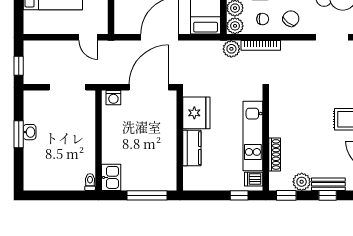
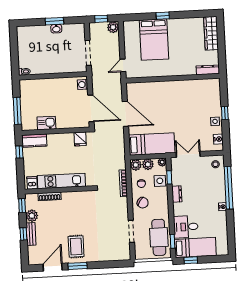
plant: (231, 49) -> (113, 27), moved
fridge: (196, 113) -> (80, 139), width x0.53, depth x0.75
kitchen counter: (192, 148) -> (34, 141), moved
kitchen sink: (111, 177) -> (46, 123), moved, turned 180
window: (239, 195) -> (19, 152), moved

